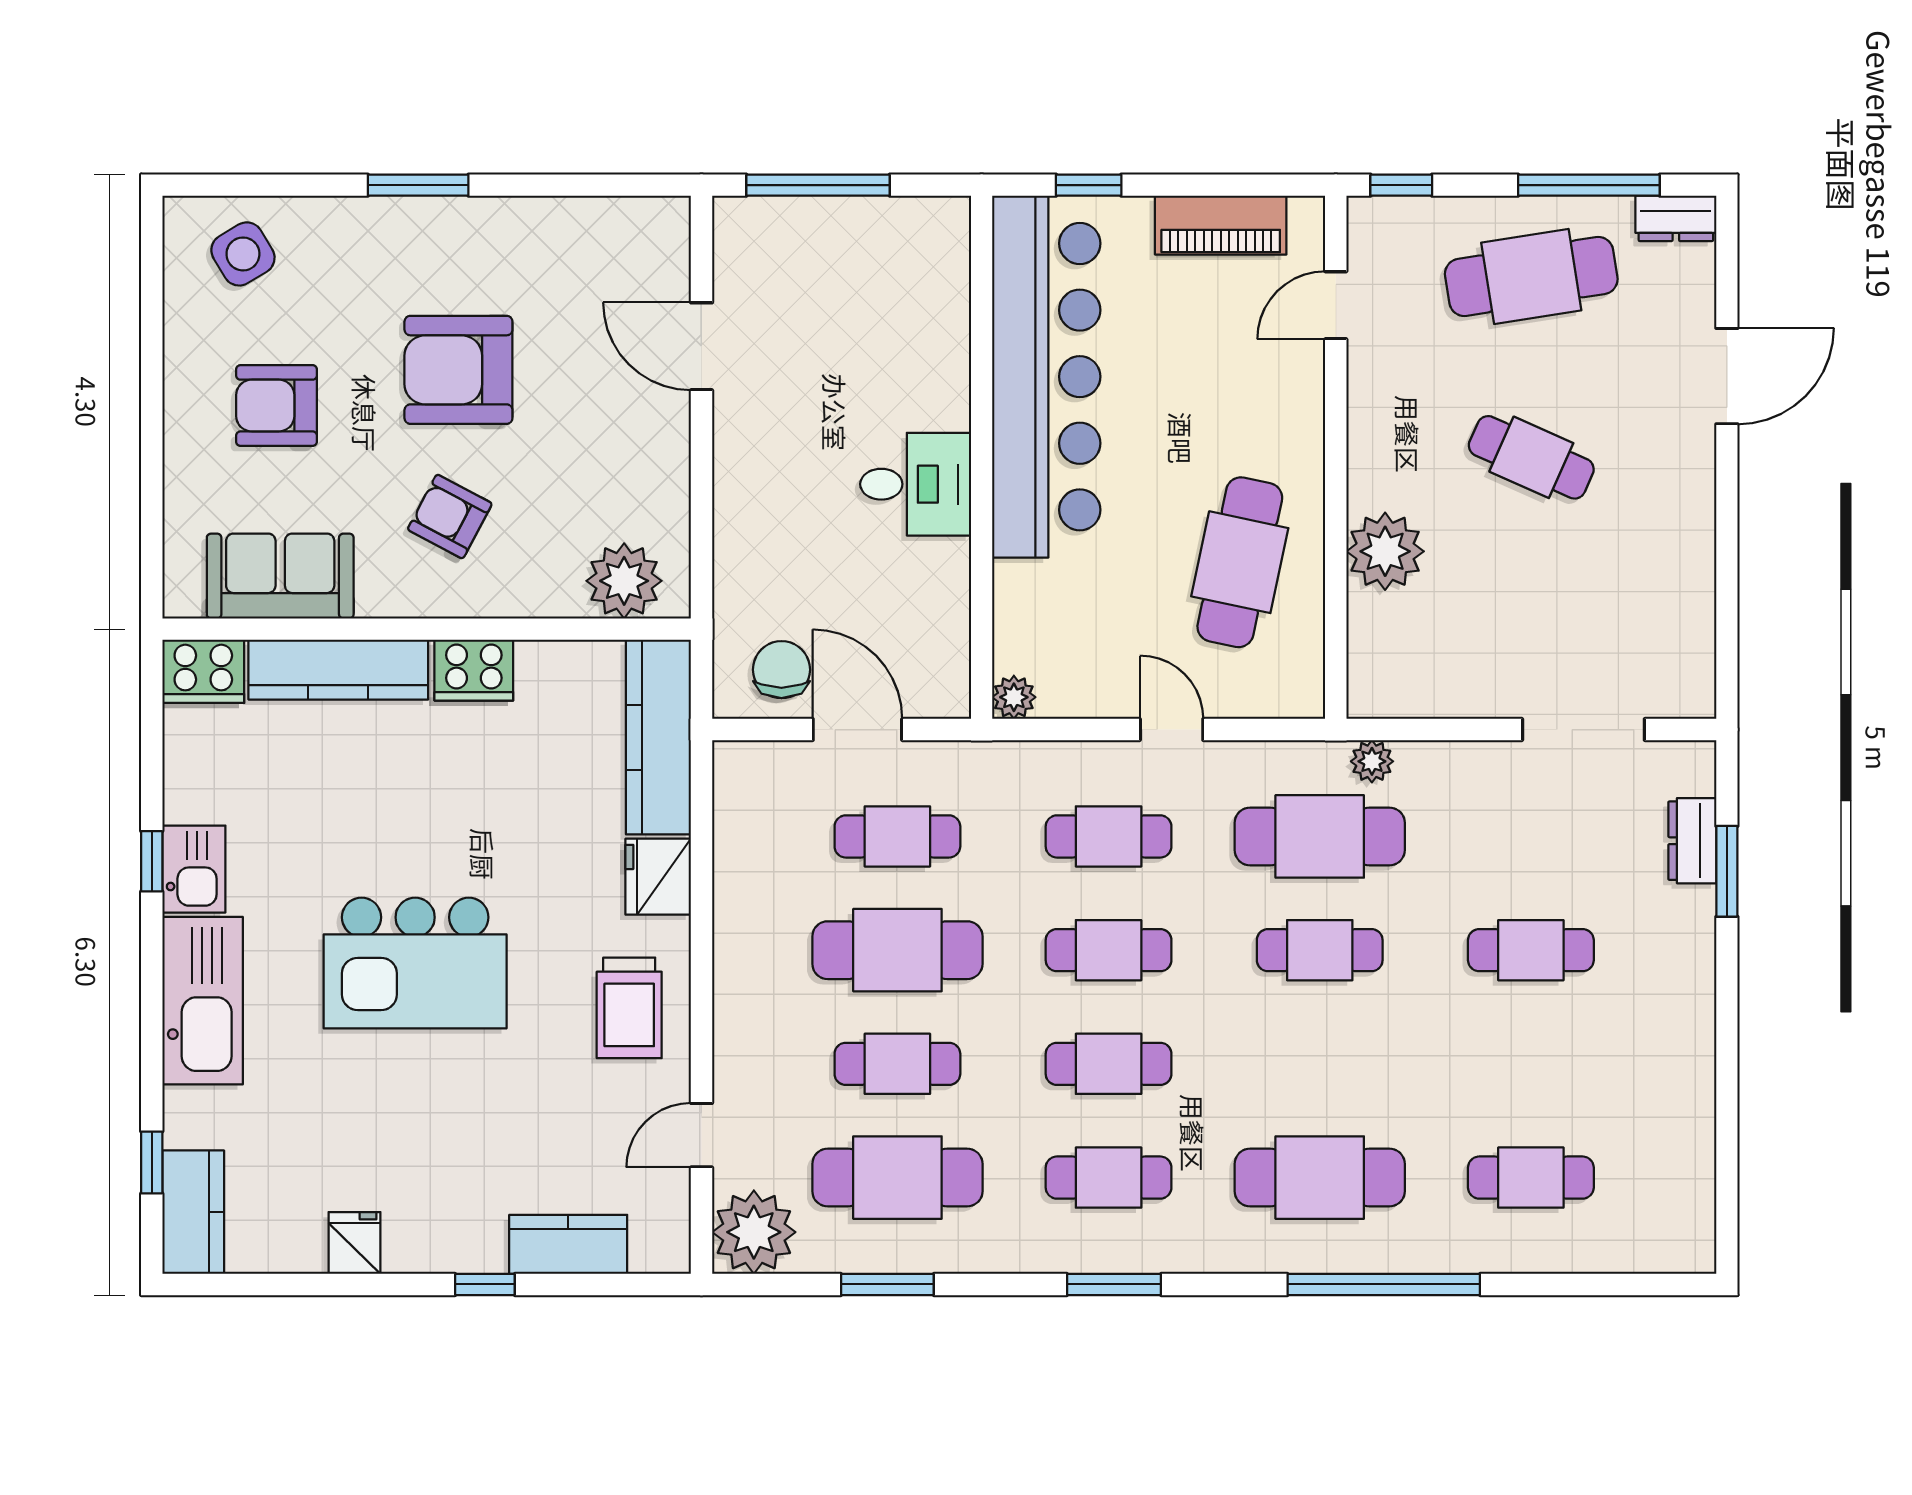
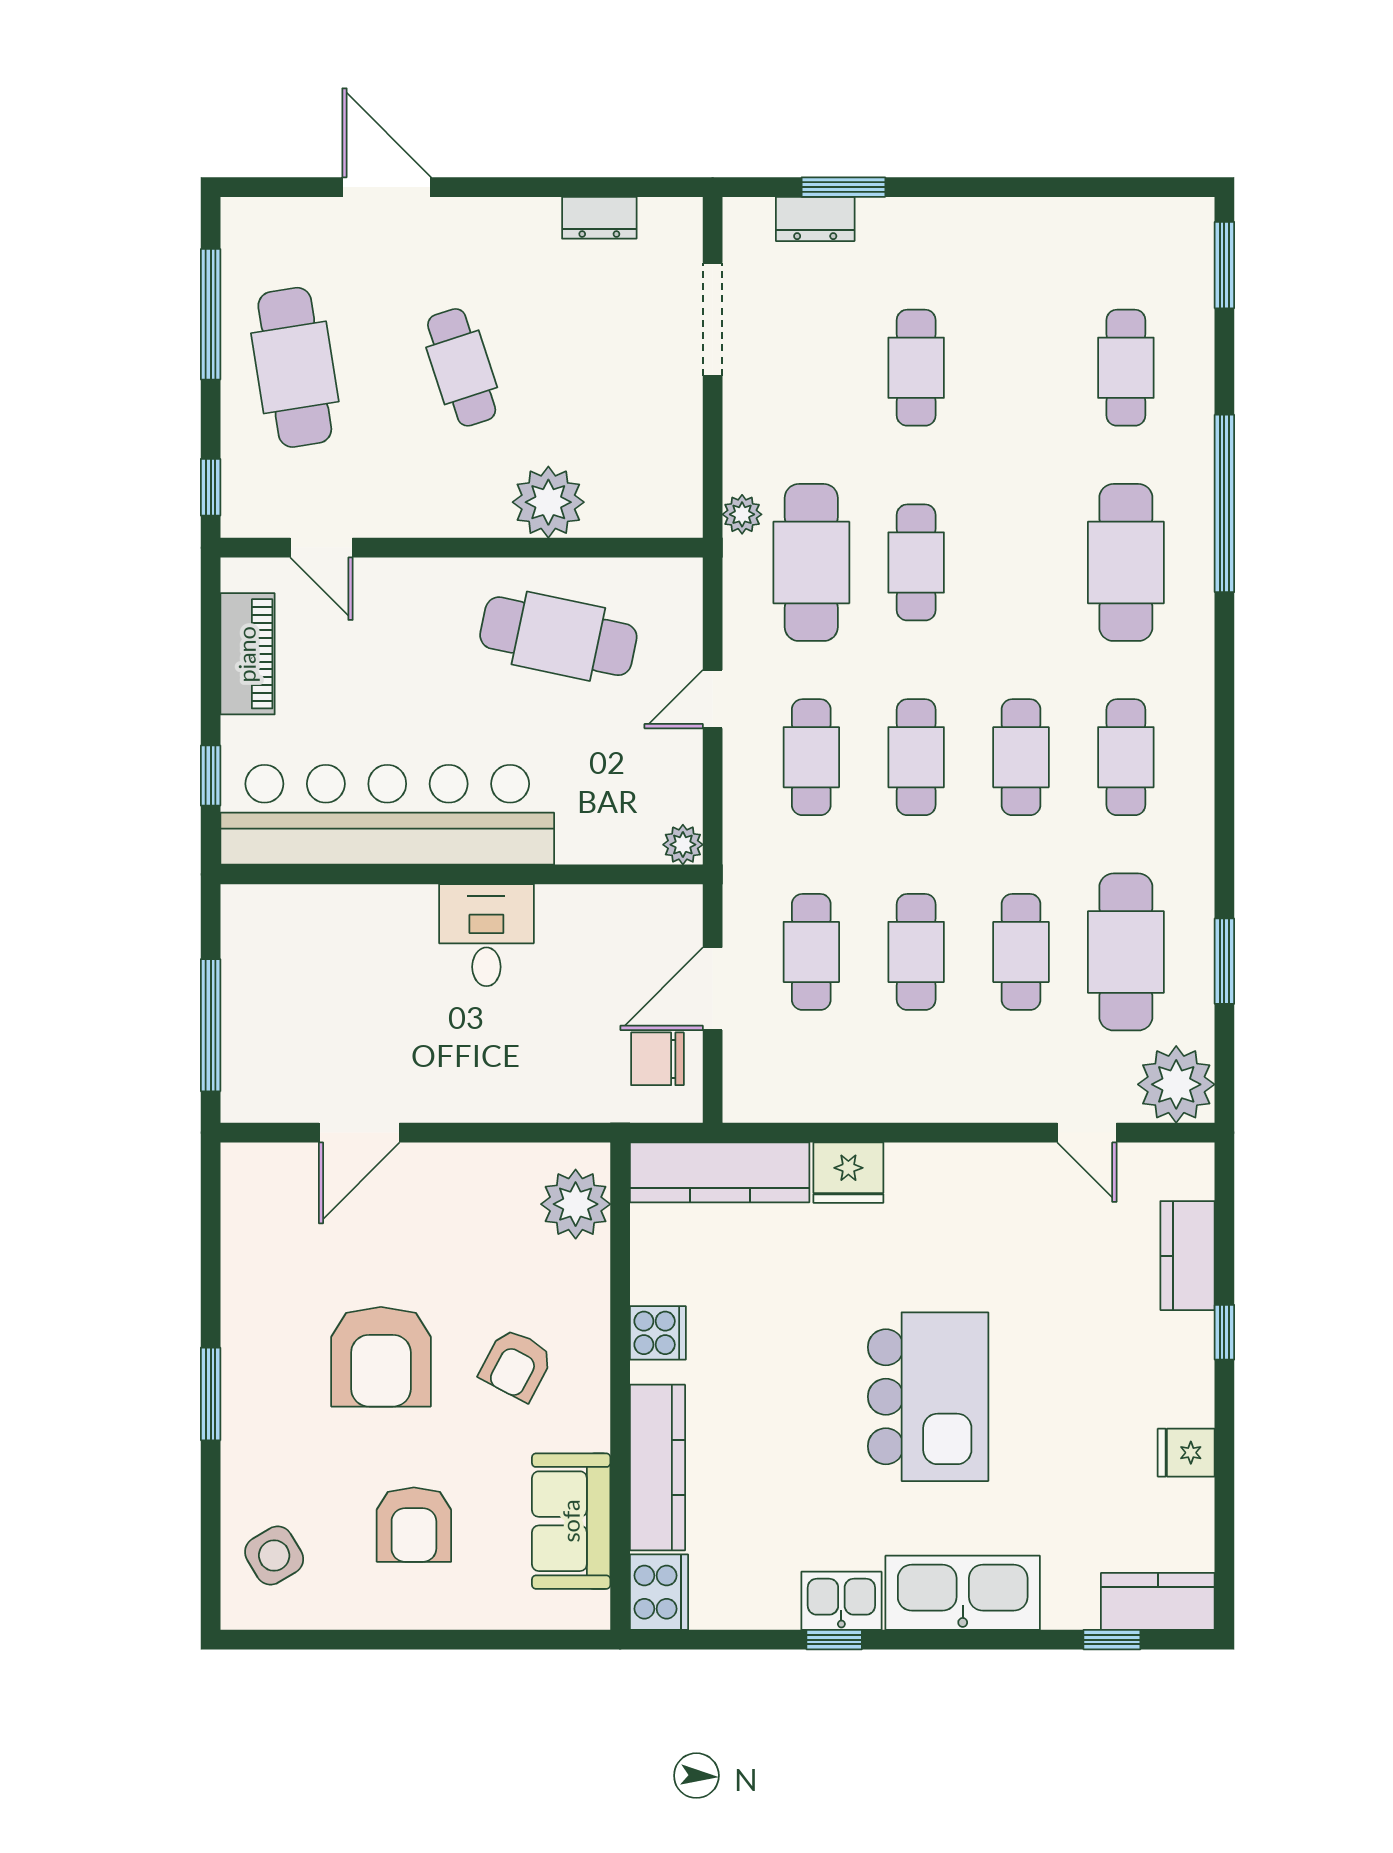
dresser: (1676, 218) -> (599, 218), moved, turned 90
cafe table: (1531, 457) -> (462, 367), turned -42
cooker: (474, 670) -> (658, 1333), width x0.73
cafe table: (897, 950) -> (916, 952), width x0.73, depth x0.74
trolley: (629, 1008) -> (969, 1199), removed
window: (1114, 1284) -> (1224, 265), moved

